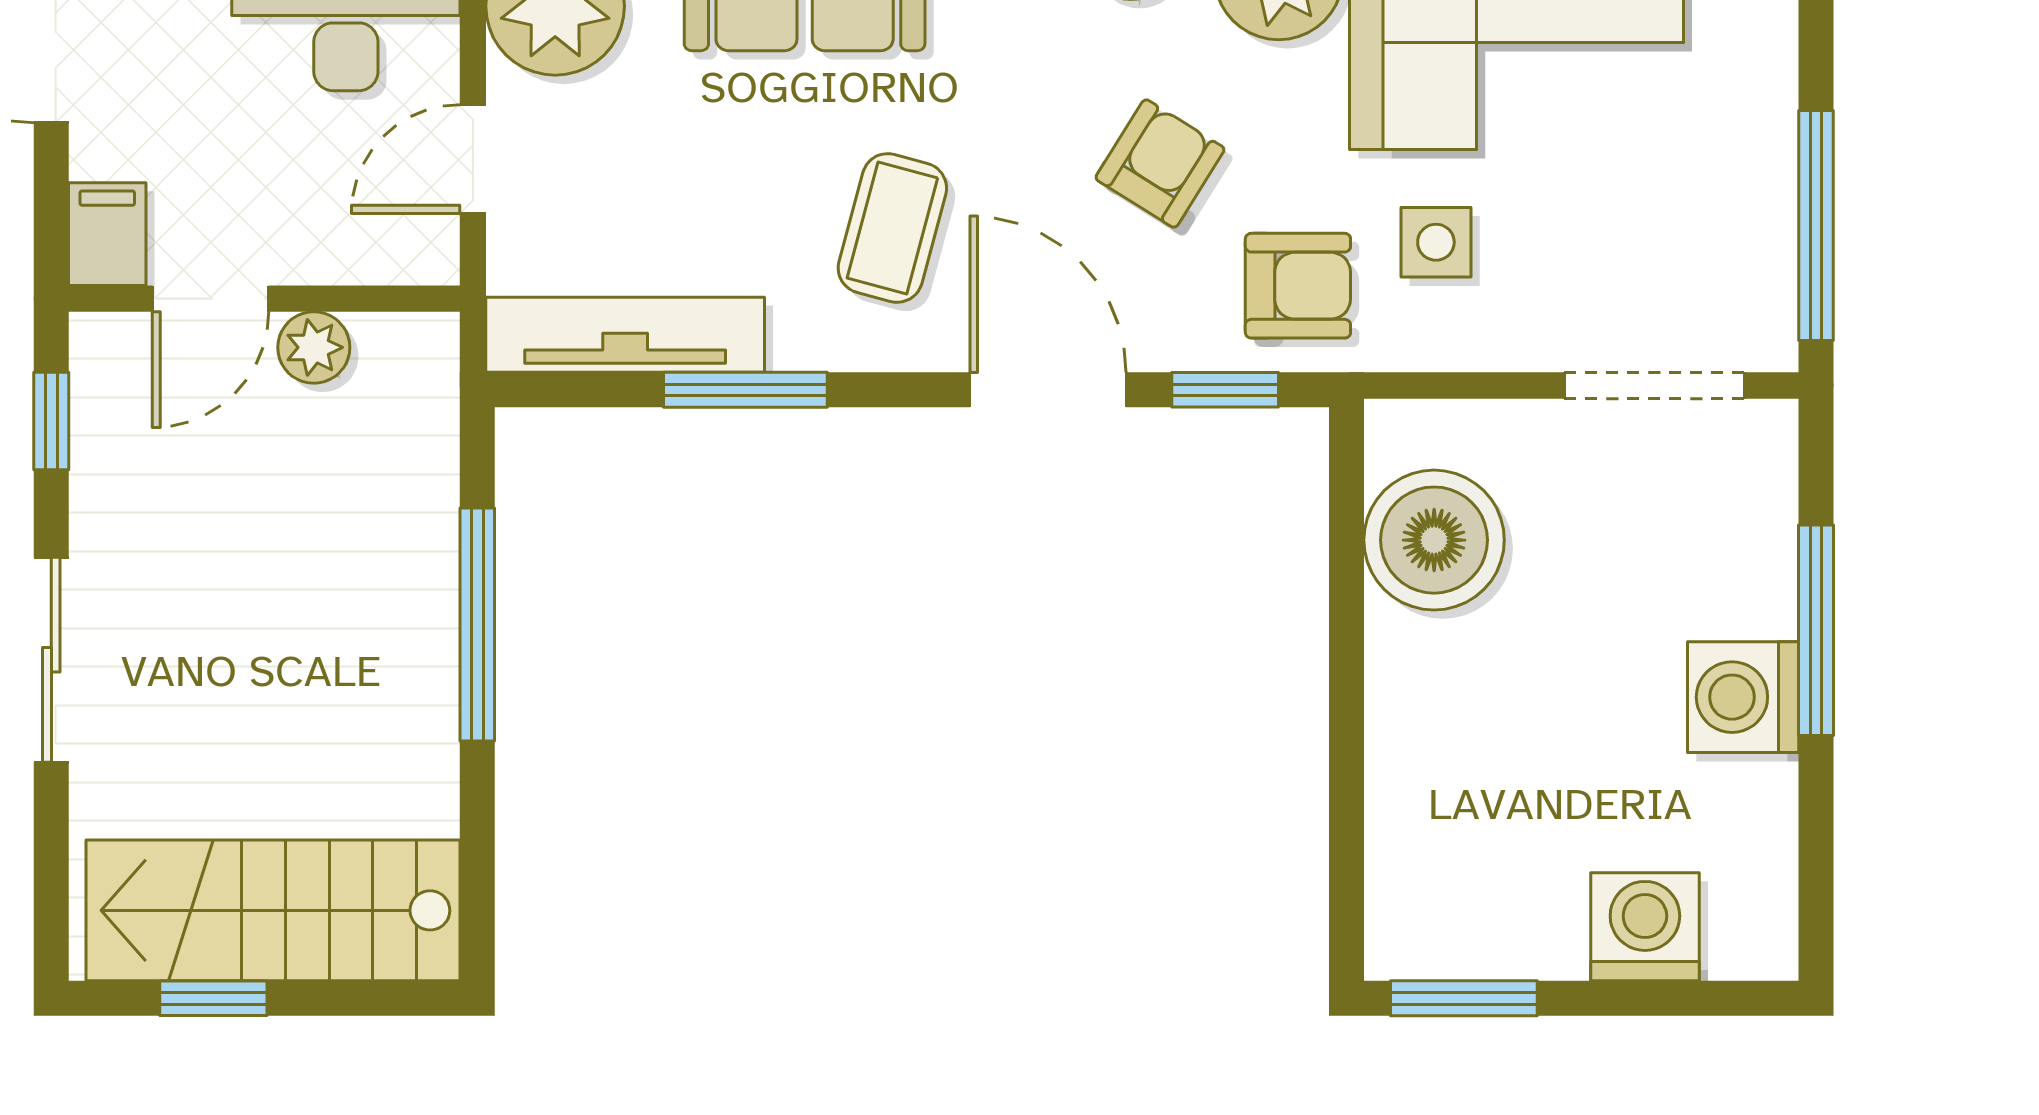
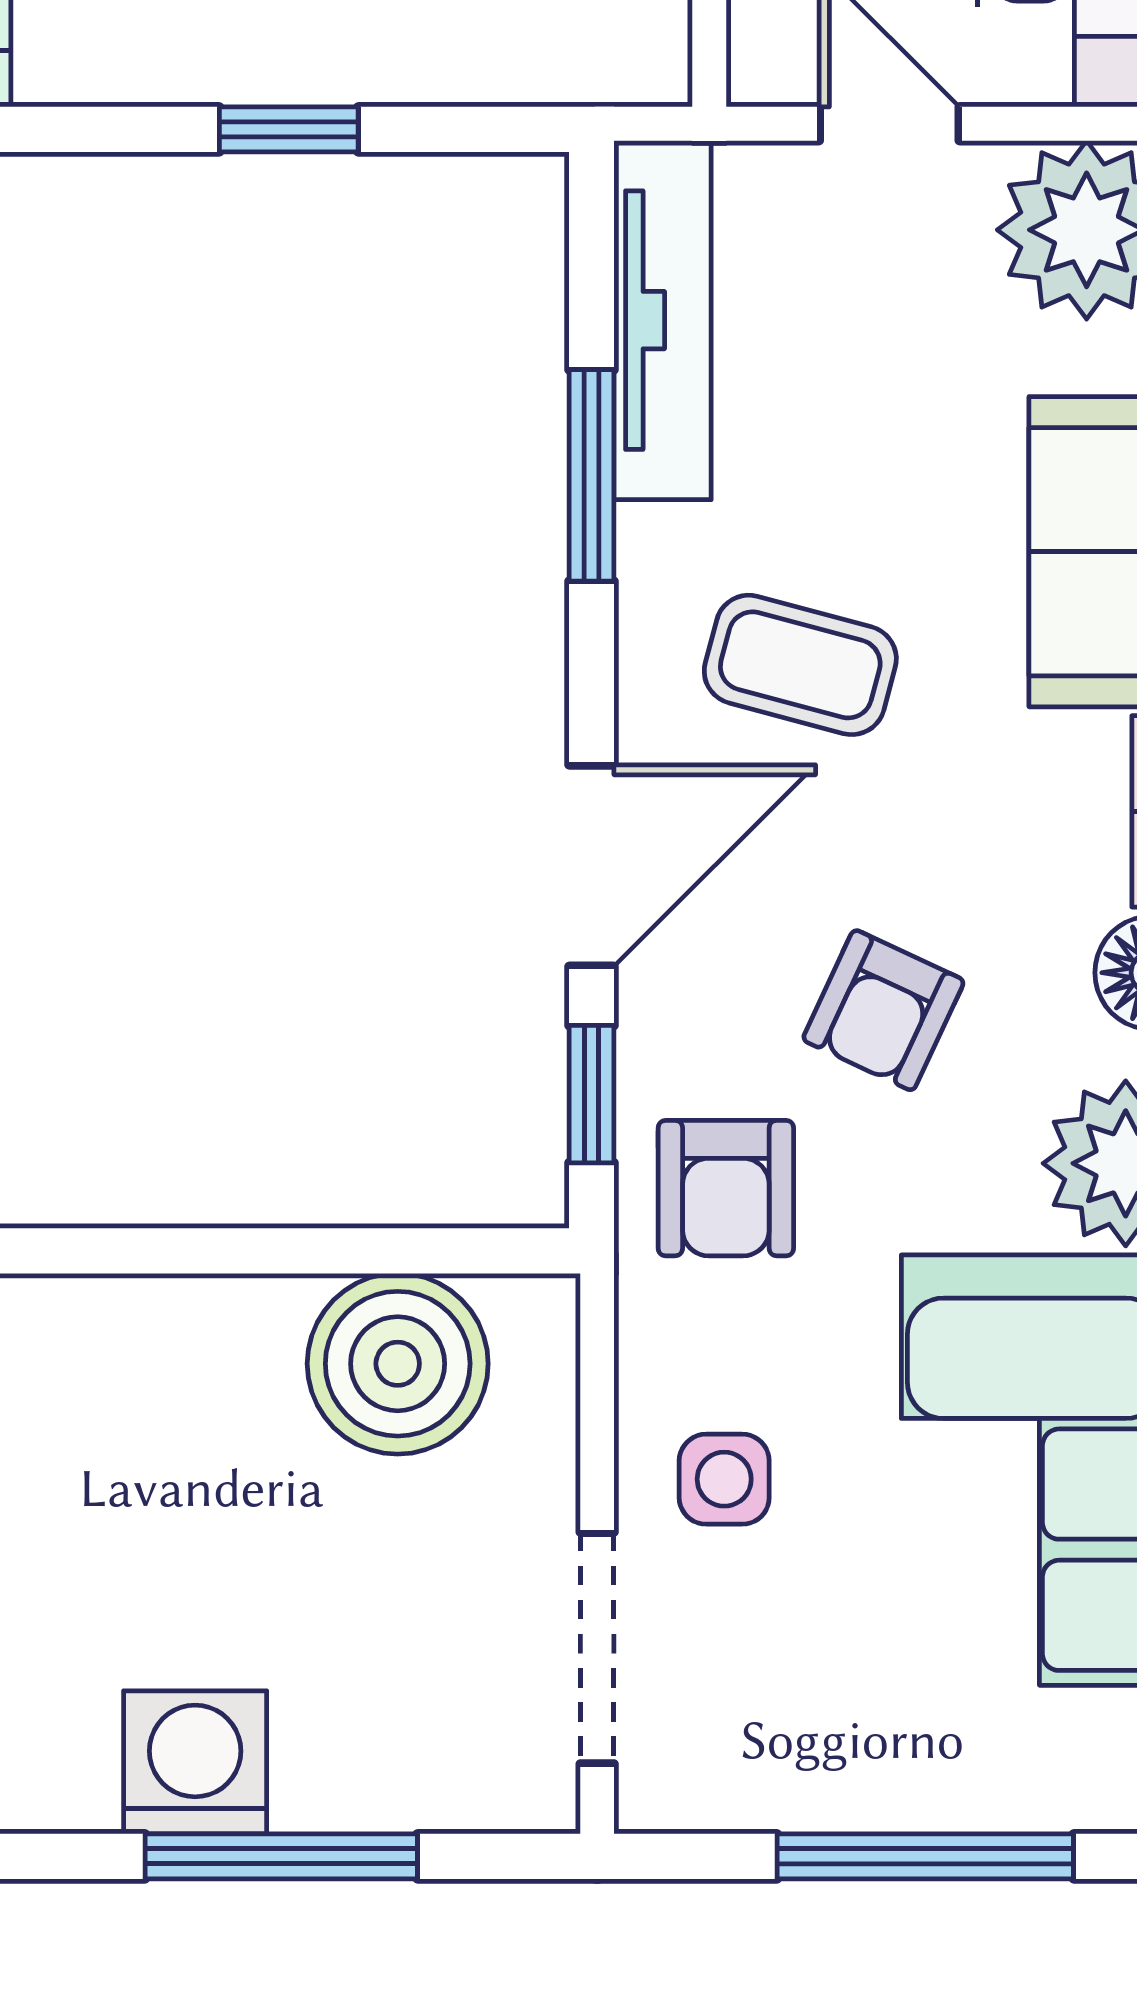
armchair: (1160, 164) -> (883, 1010), turned 83
window: (1816, 225) -> (925, 1856), moved
side table: (1436, 242) -> (724, 1479), moved
window: (477, 624) -> (289, 129), width x0.46

